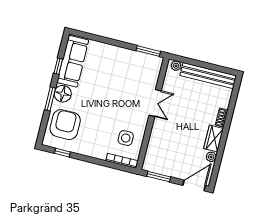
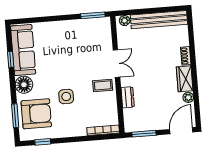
window: (50, 99) -> (15, 116), moved
coffee table: (136, 119) -> (103, 85), added
armchair: (65, 125) -> (36, 114), turned 90
side table: (126, 138) -> (66, 97), moved
dresser: (155, 138) -> (128, 97), added

